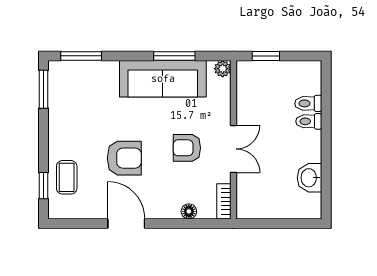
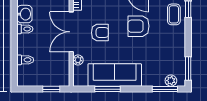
plant: (223, 69) -> (78, 60), moved
plant: (71, 70) -> (171, 81), added
toilet: (309, 121) -> (25, 29), moved
double door: (234, 149) -> (71, 32), width x1.37

